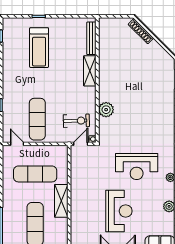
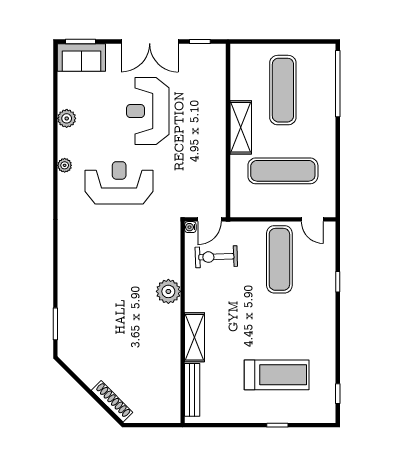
treadmill: (39, 48) -> (277, 375), turned 90
plant: (106, 110) -> (168, 291), moved

